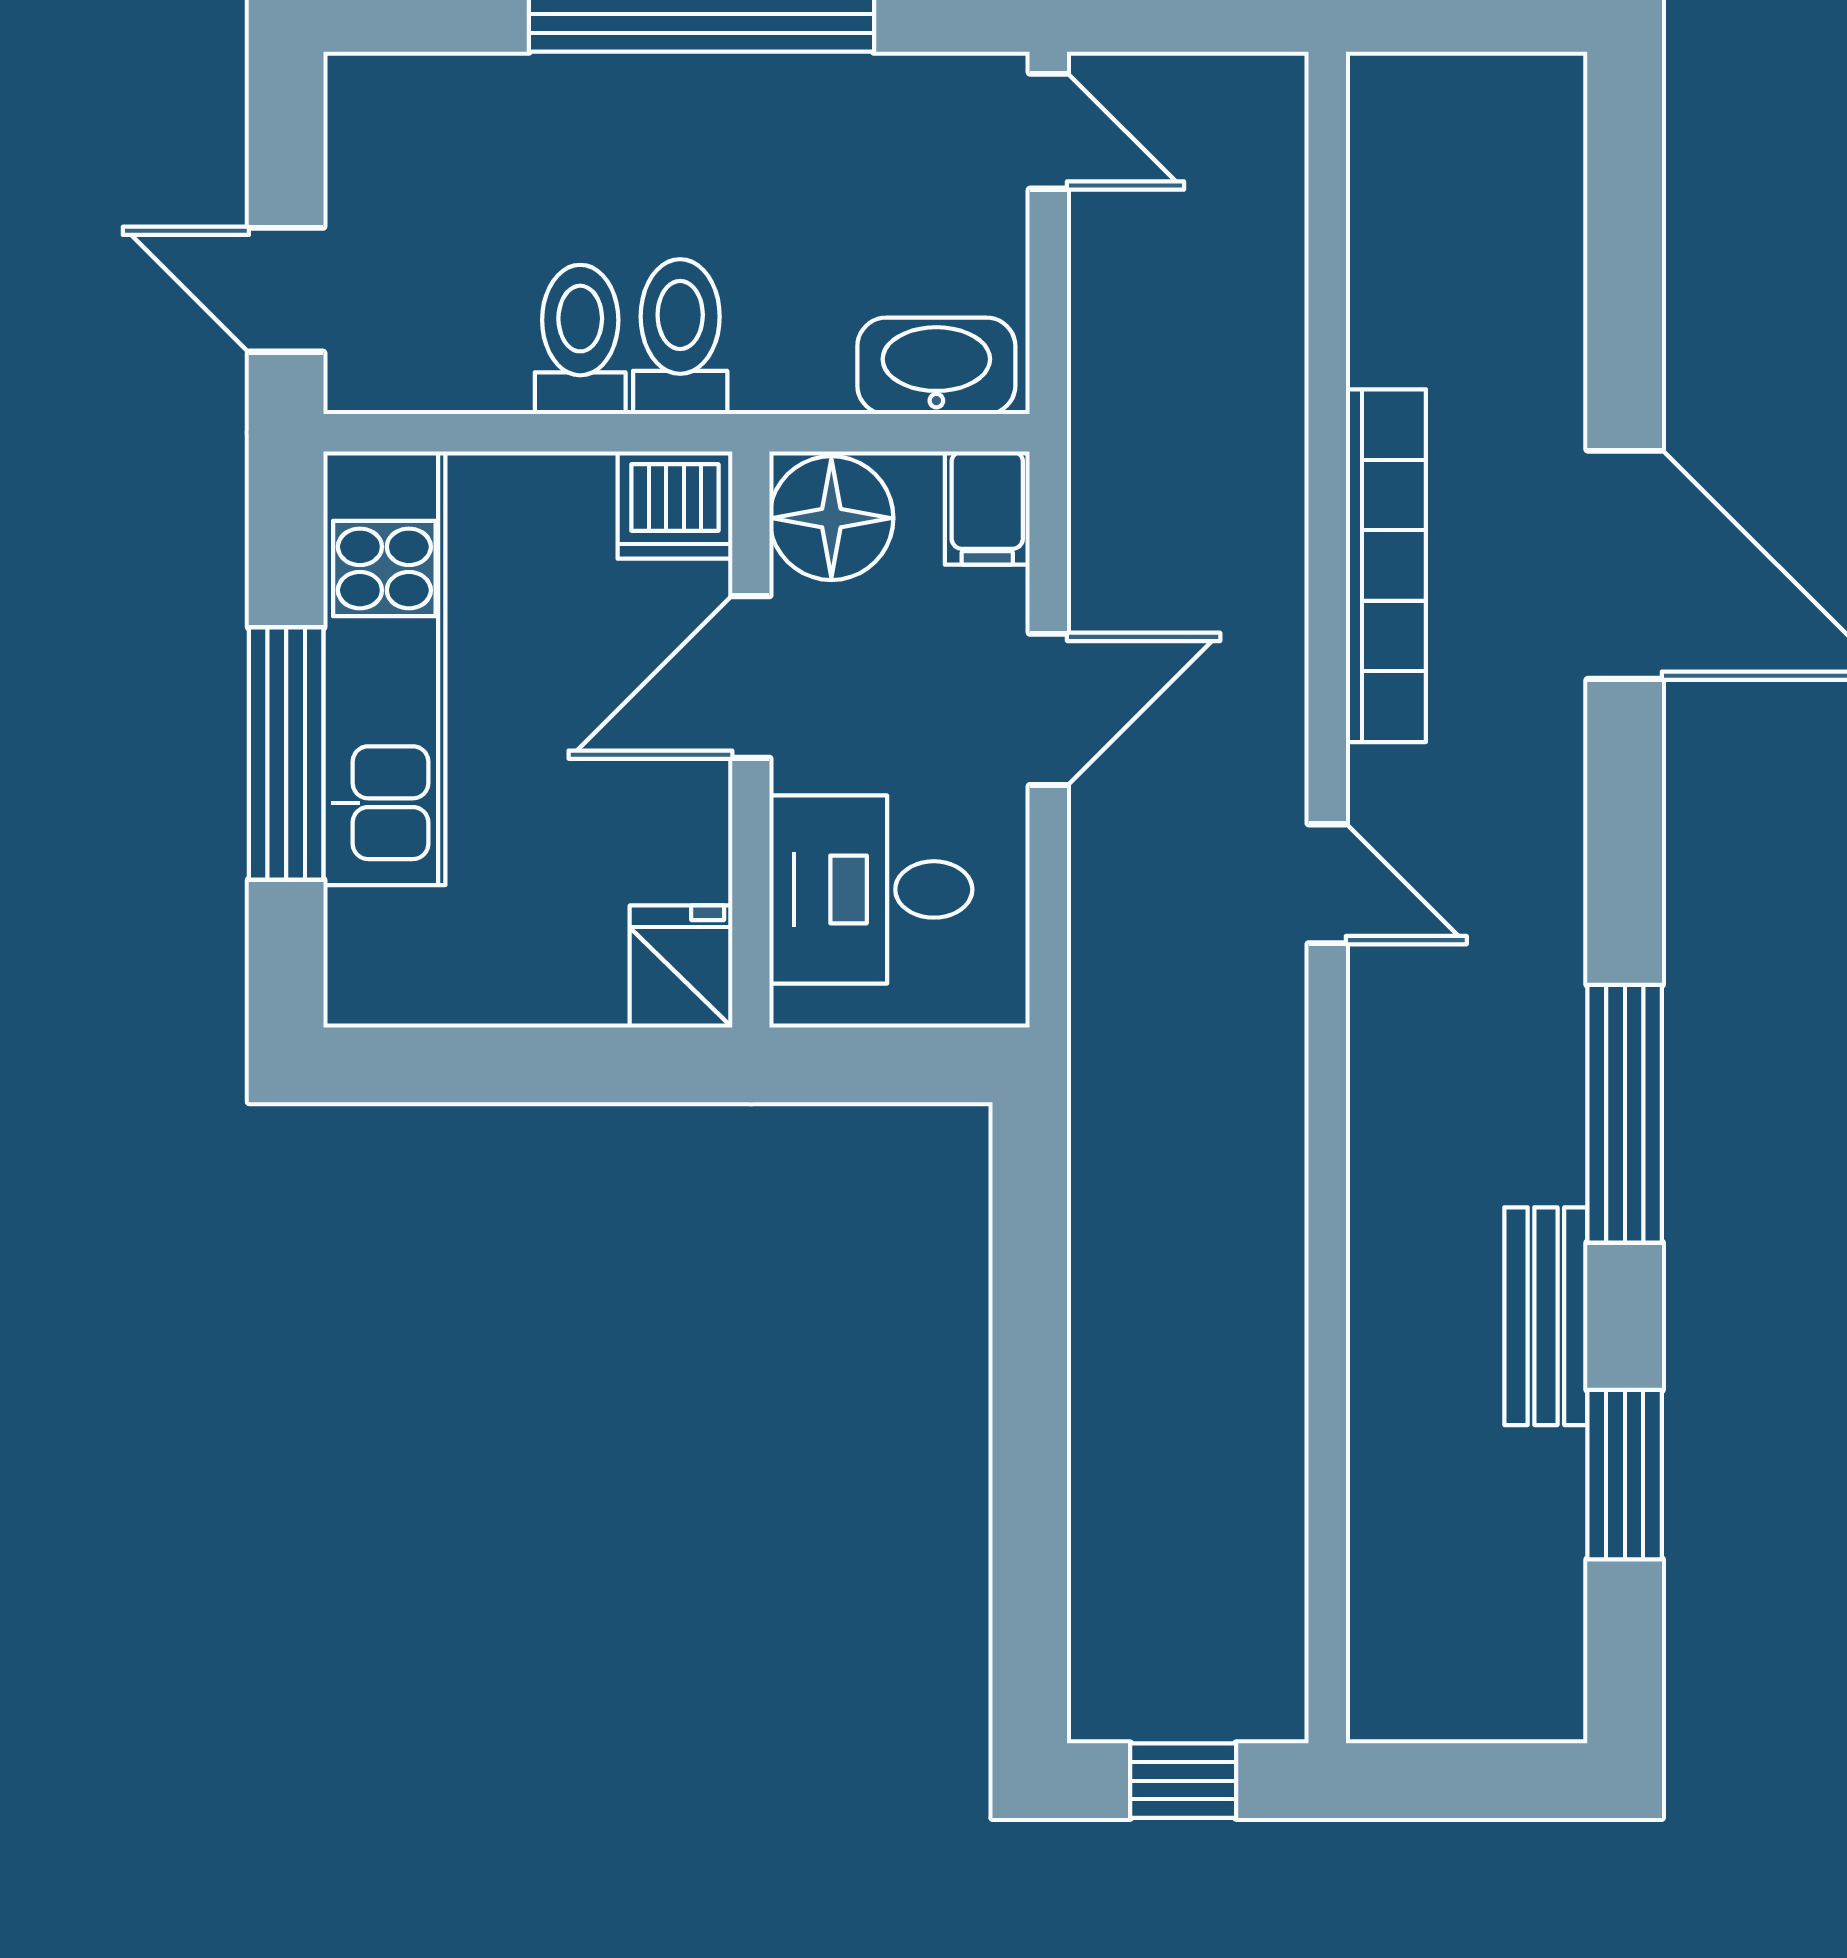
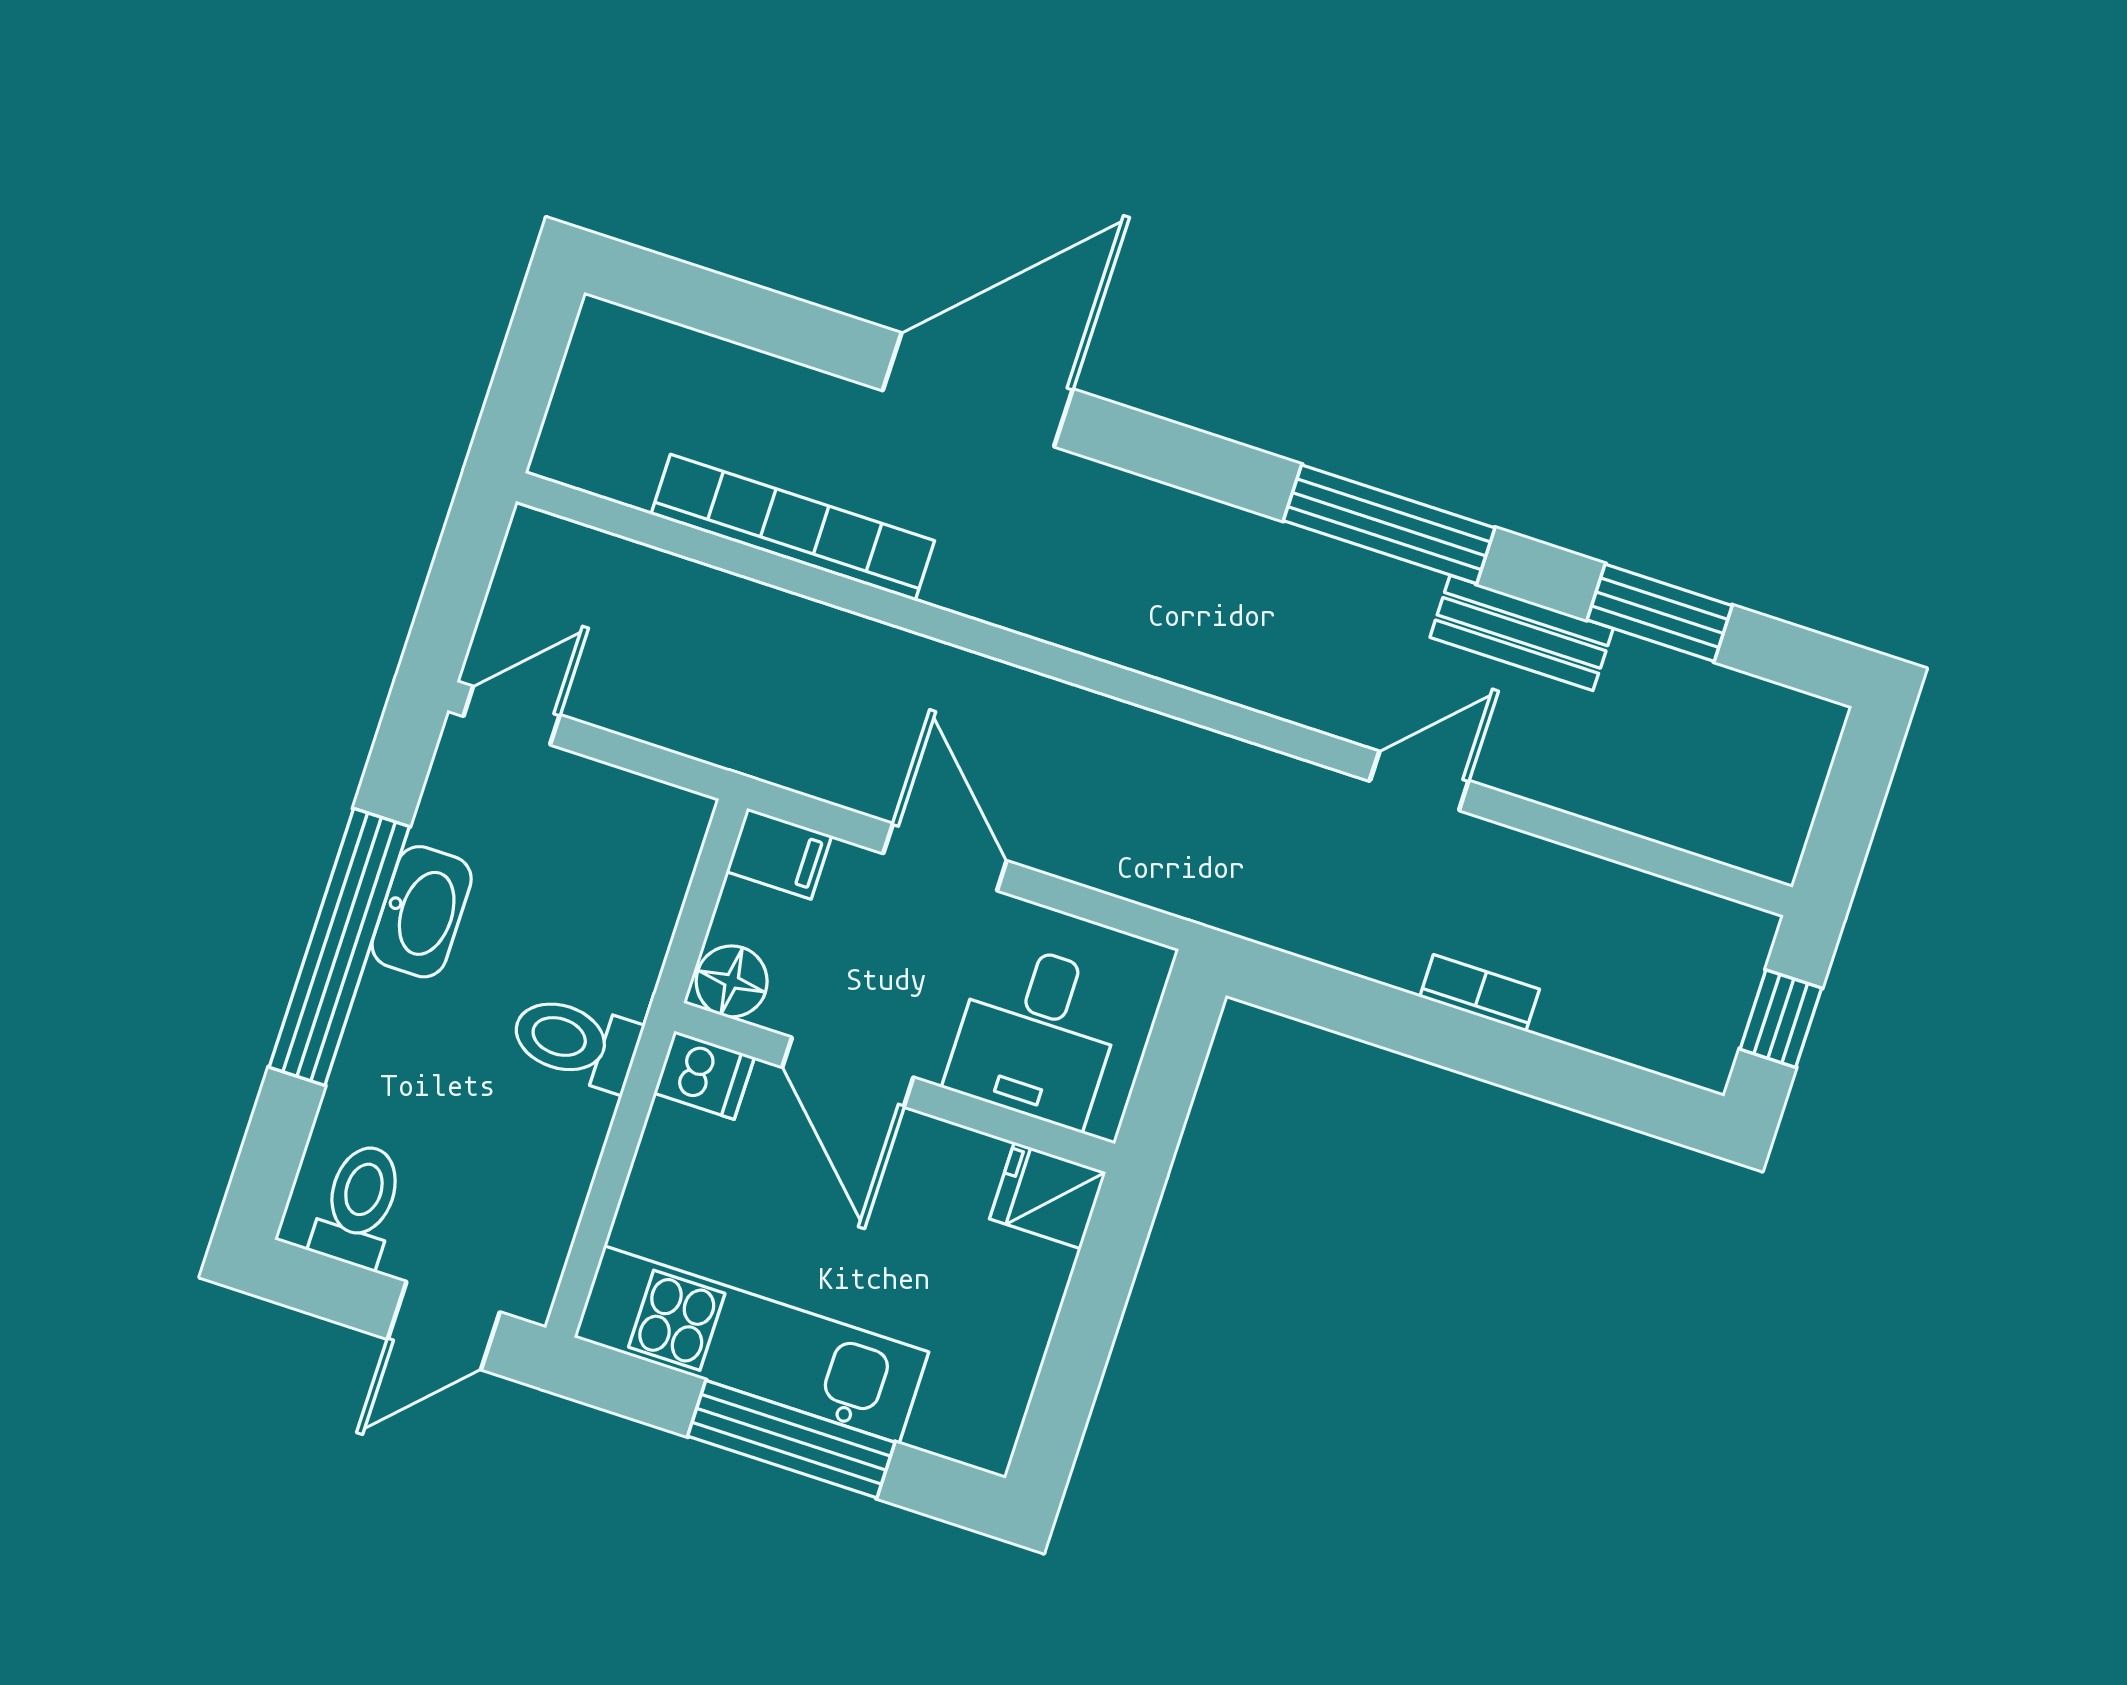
toilet: (580, 339) -> (359, 1205), moved, turned 90
washbasin: (936, 366) -> (422, 912), moved, turned 180
dishwasher: (675, 505) -> (704, 1075), width x0.73
floor lamp: (831, 518) -> (732, 981), width x0.73, depth x0.73
bookcase: (1386, 566) -> (793, 527), moved
door: (1327, 884) -> (1419, 781), moved
bookcase: (1095, 1407) -> (1480, 993), added

